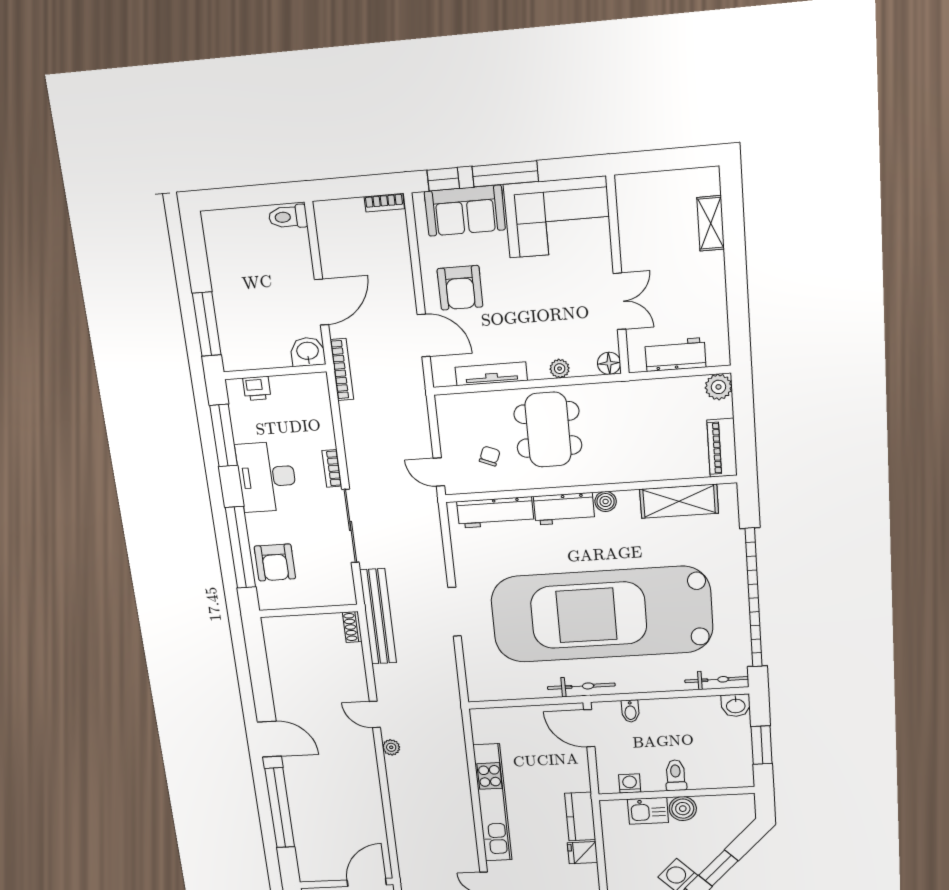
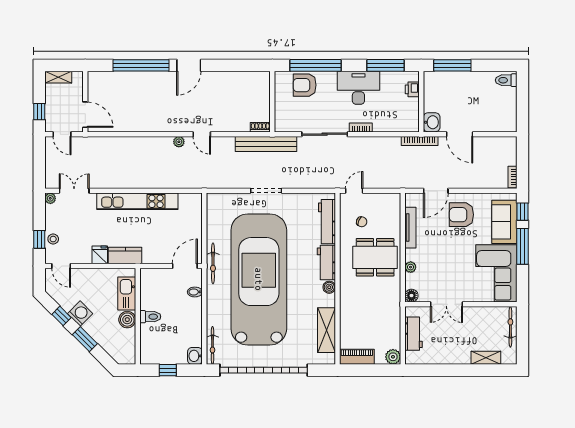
bicycle: (652, 183) -> (510, 327), added
toilet: (288, 217) -> (506, 80), moved, turned -90
door: (375, 714) -> (202, 134), swing flipped
window: (762, 745) -> (168, 370), width x0.67
washing machine: (630, 783) -> (146, 288), removed
kitchen sink: (648, 811) -> (127, 293), width x1.38

